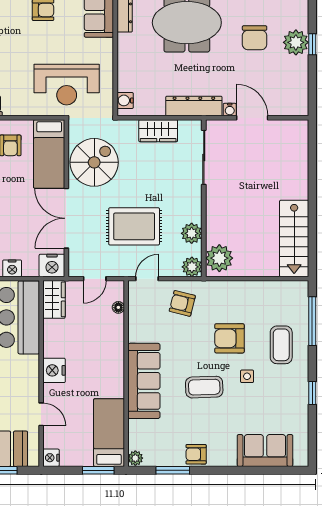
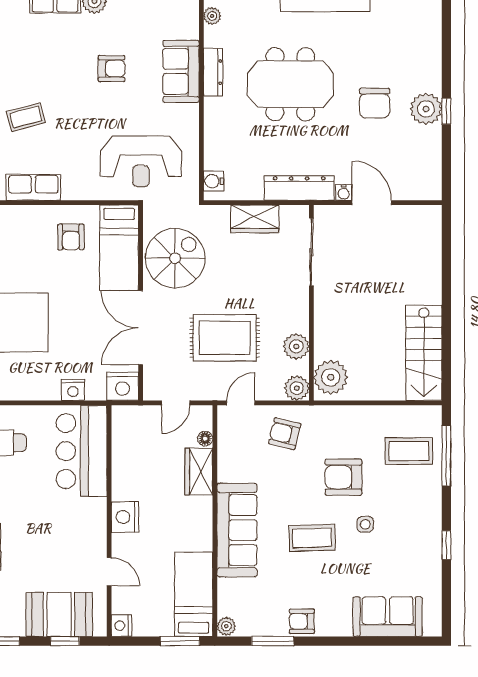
wardrobe: (54, 299) -> (199, 471), moved, turned 180
coffee table: (281, 345) -> (409, 451), moved, turned 90

